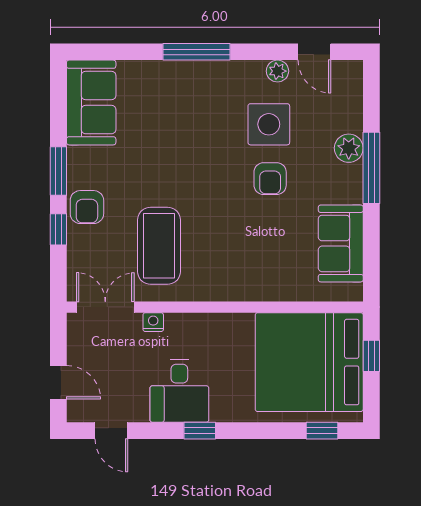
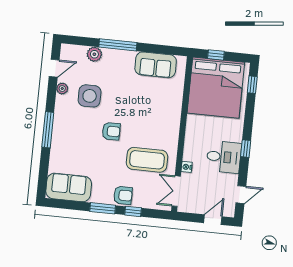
plant: (349, 148) -> (94, 54), moved
armchair: (270, 179) -> (111, 131), moved

